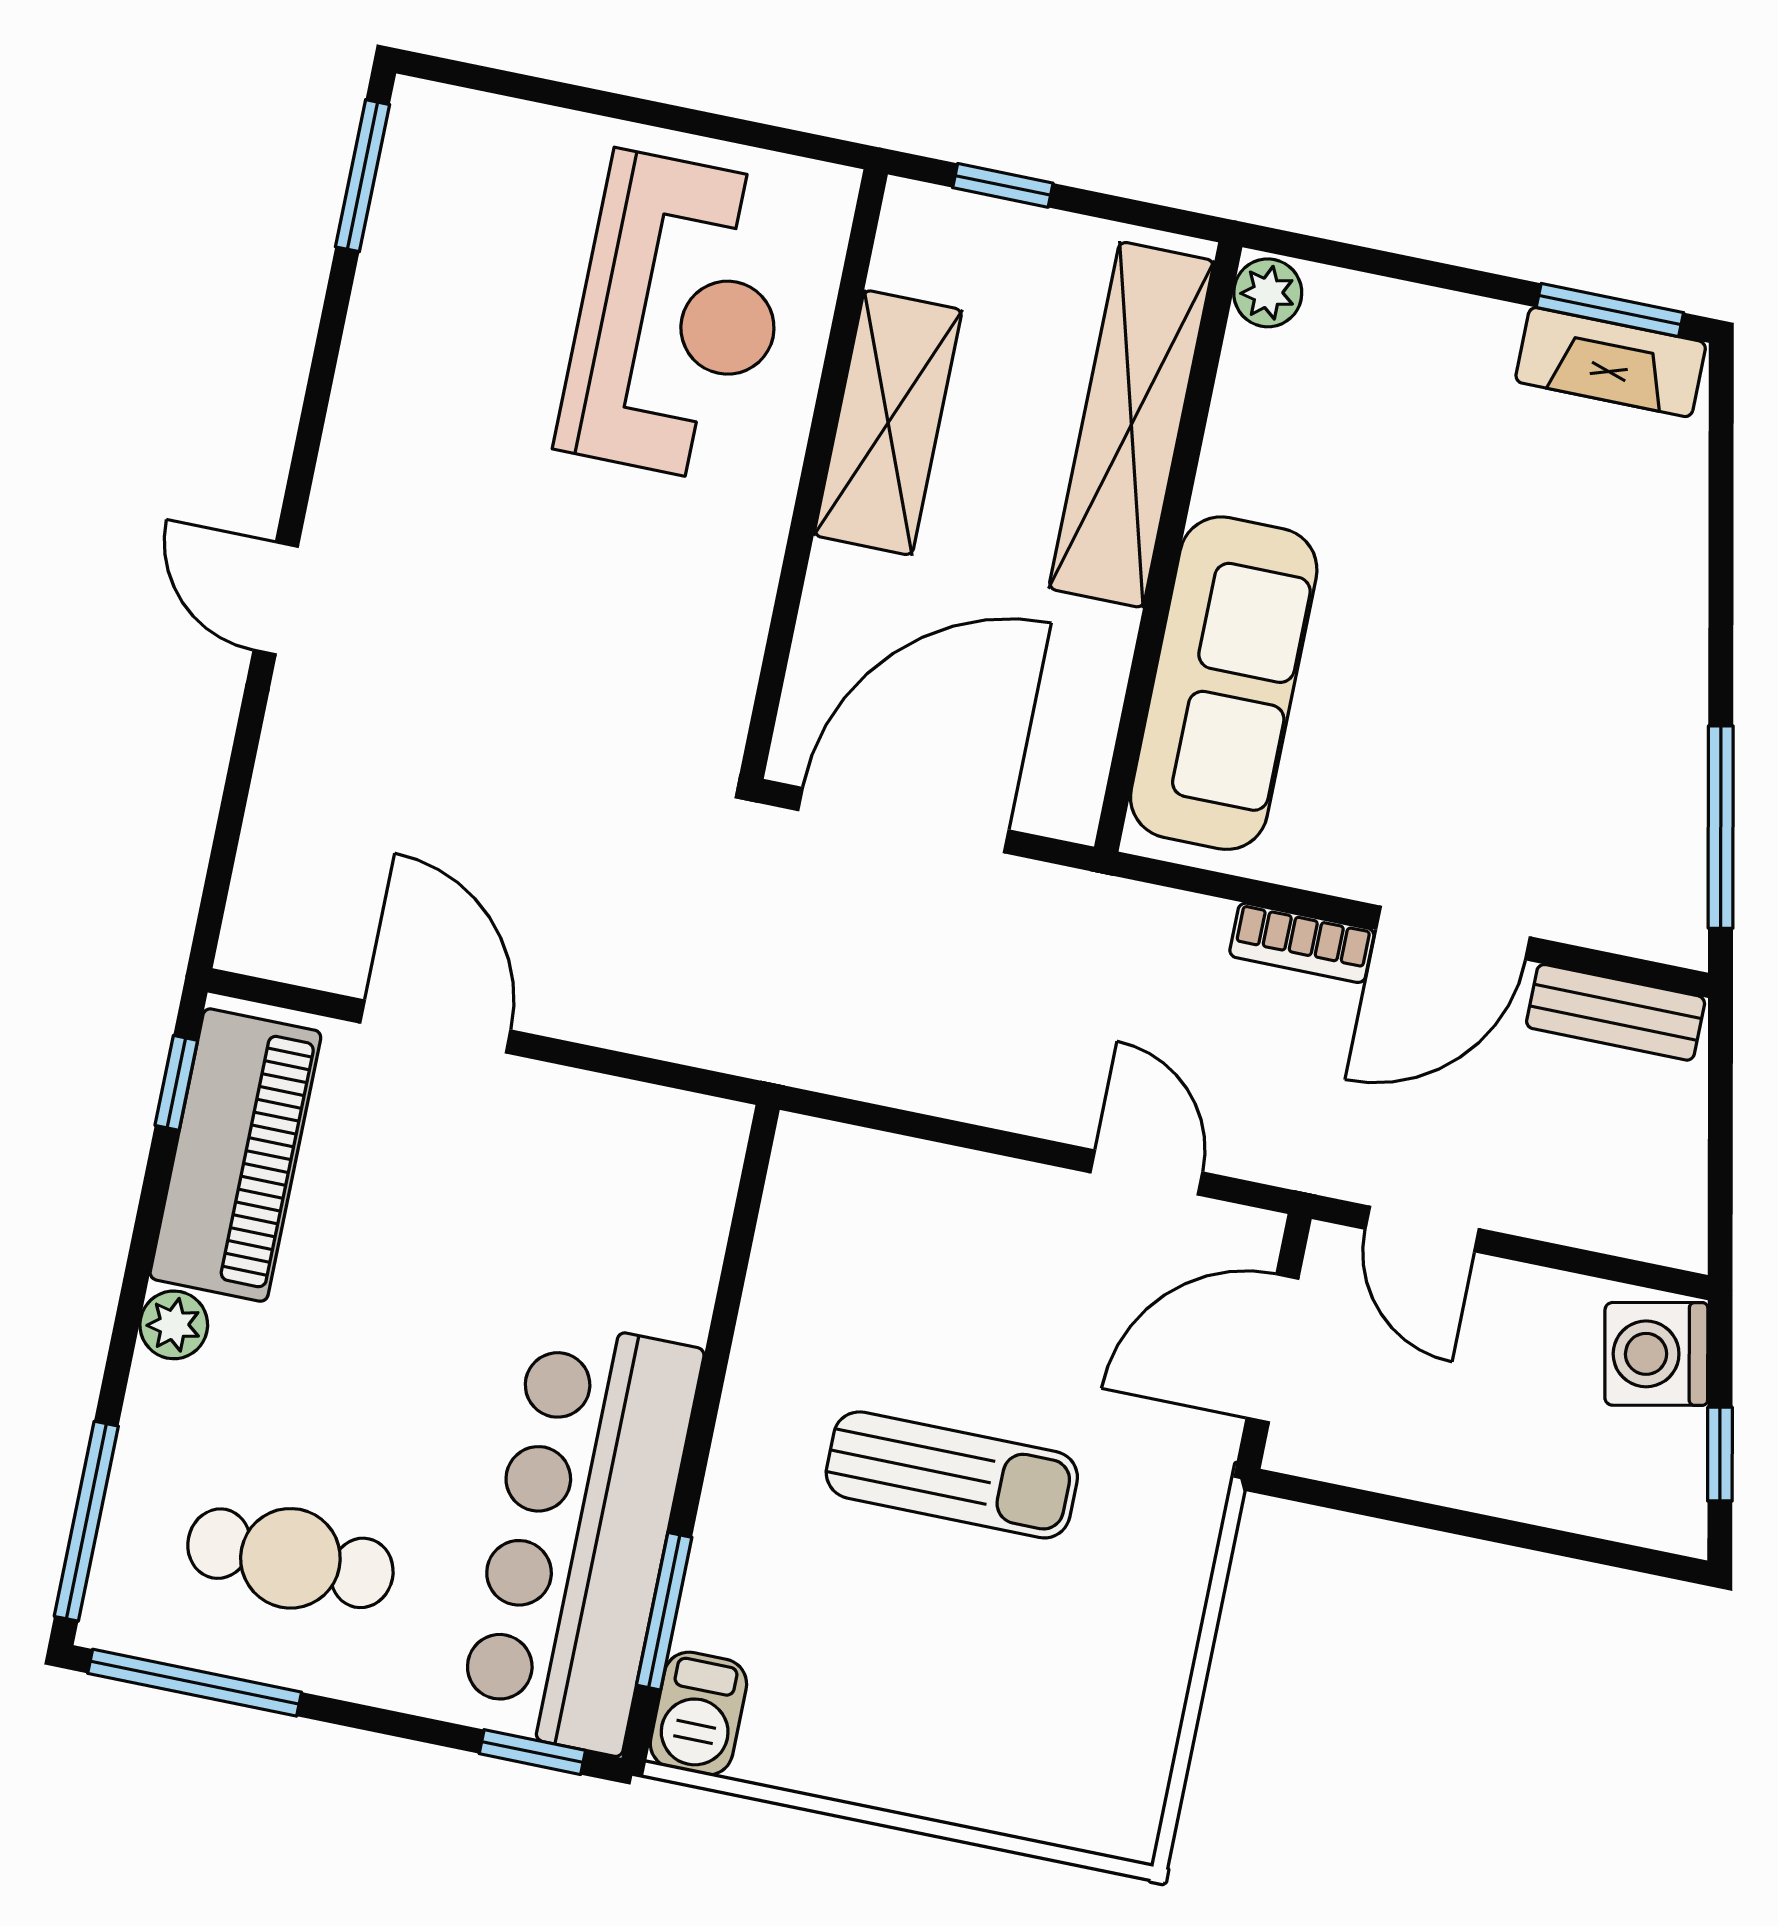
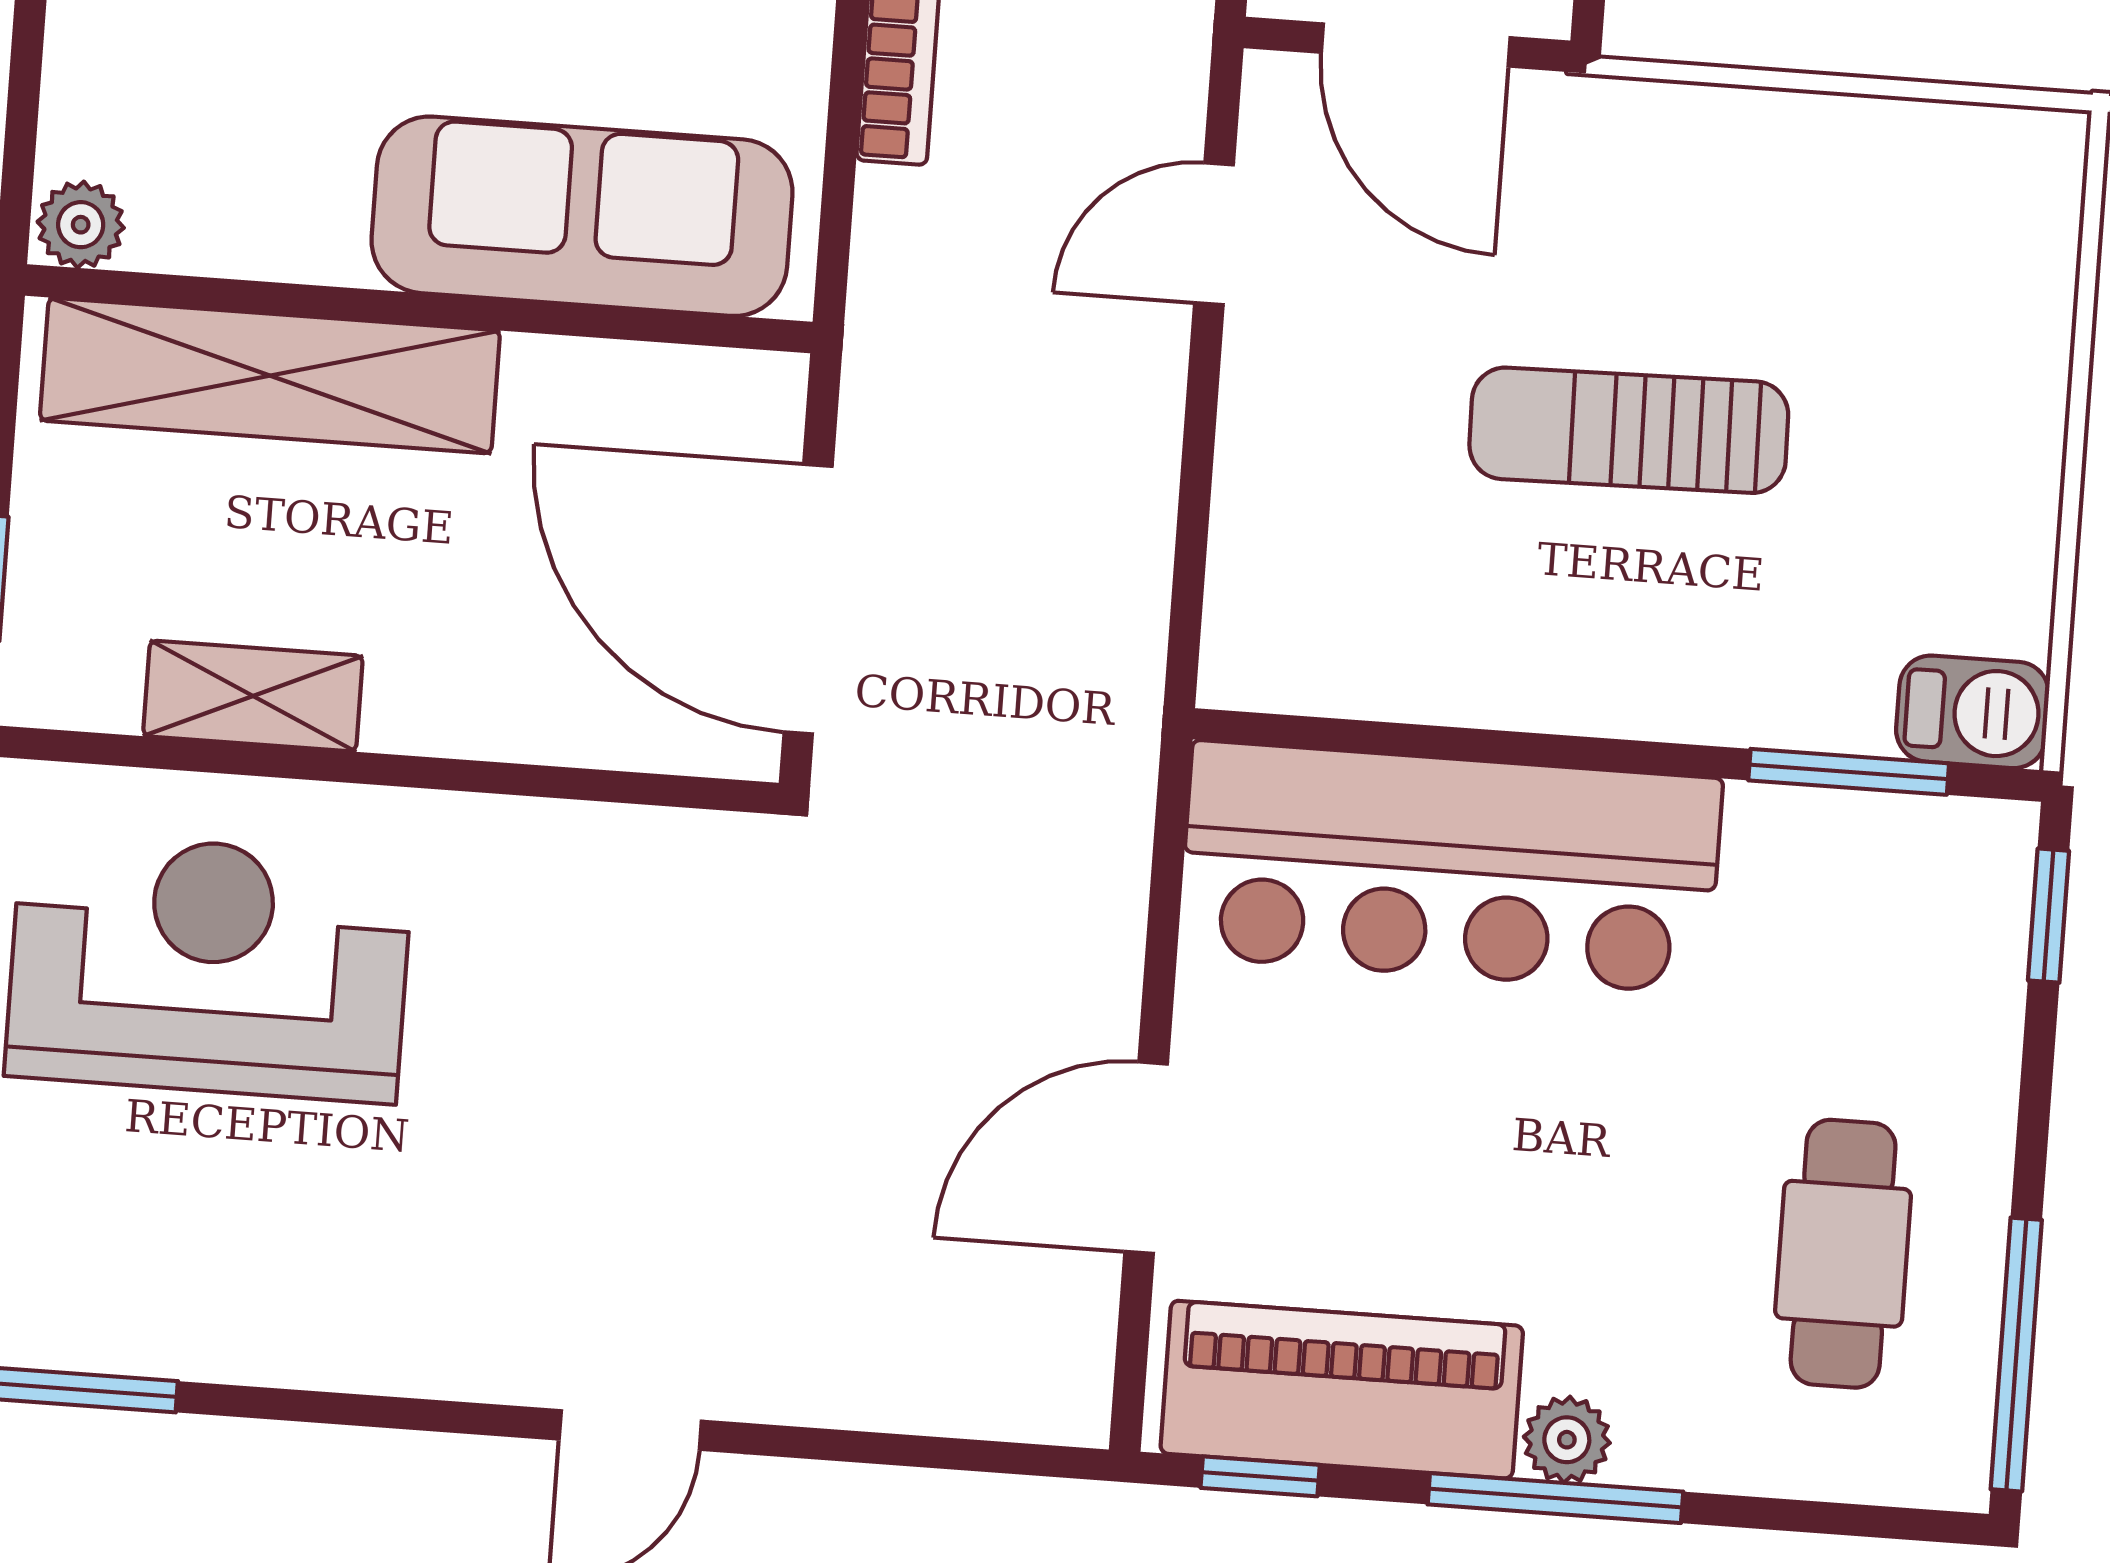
shelving: (888, 423) -> (253, 696), width x0.67, depth x0.75
sun lounger: (952, 1475) -> (1629, 430), turned -91
window: (86, 1521) -> (1555, 1498), moved
bar counter: (580, 1536) -> (1450, 867), moved

